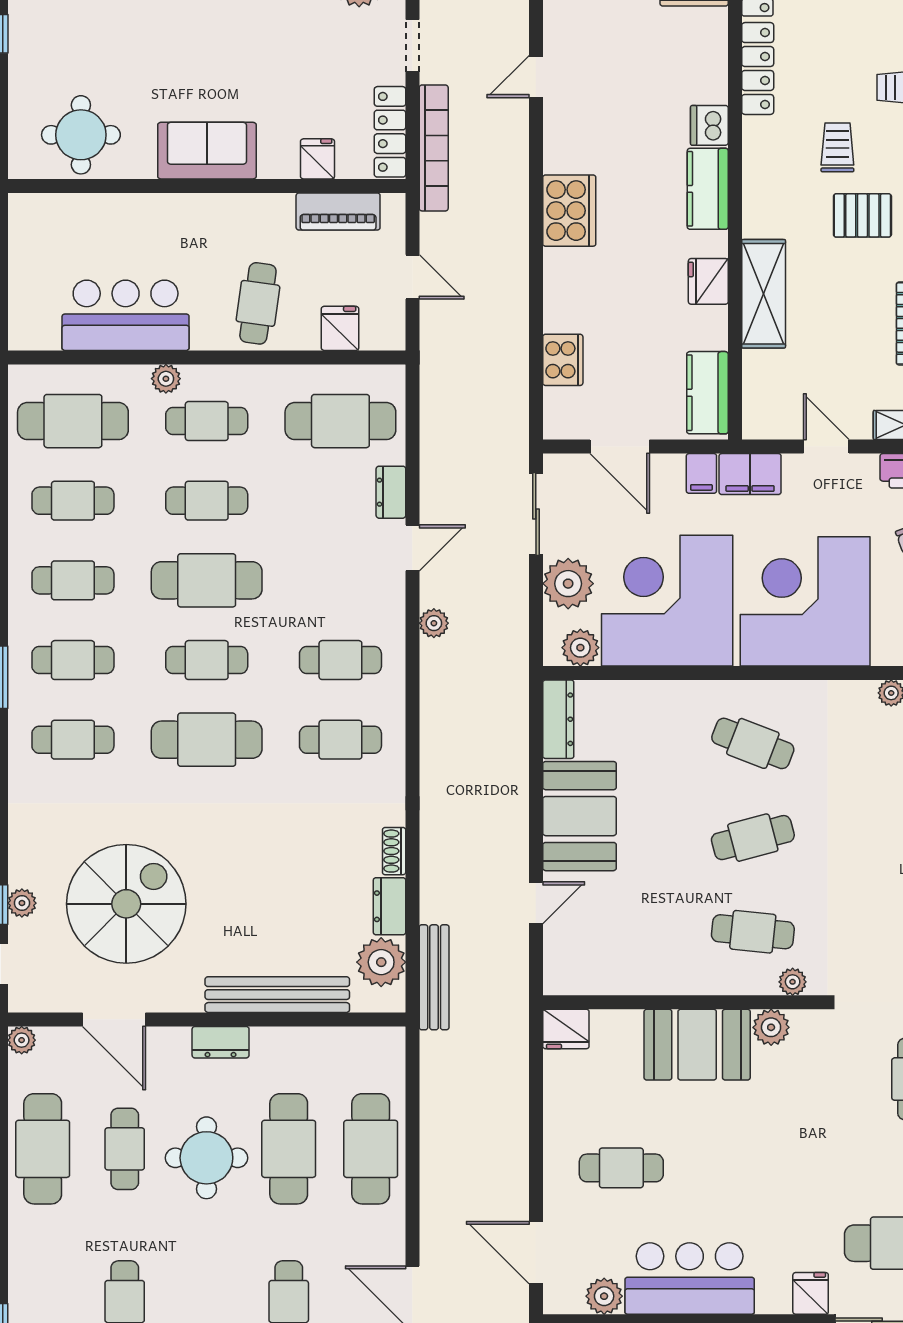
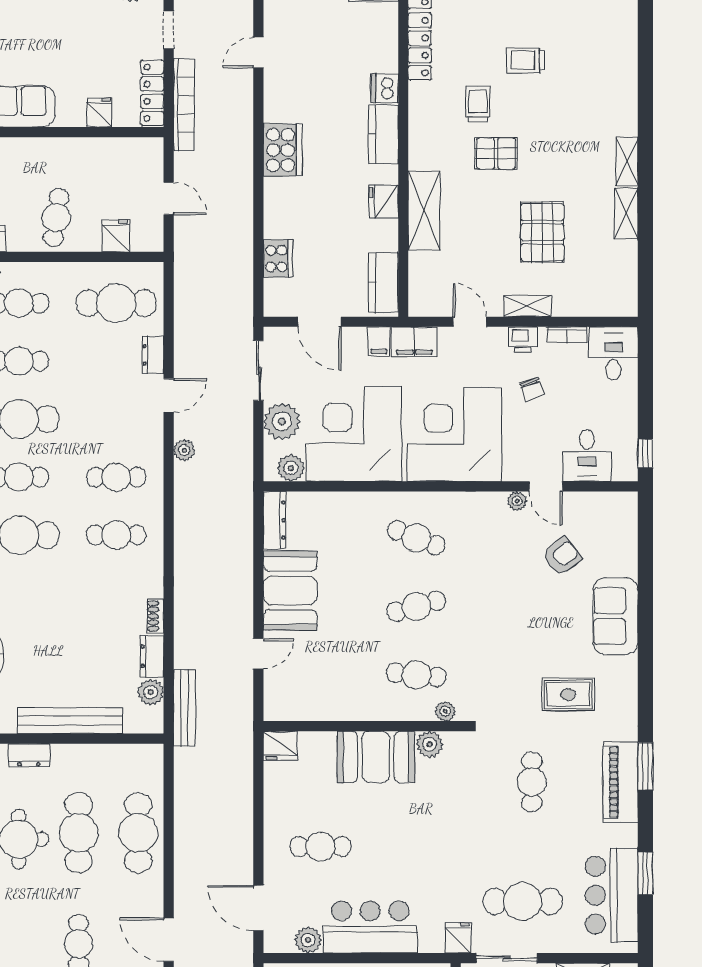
piano: (338, 211) -> (115, 151), removed
plant: (381, 962) -> (151, 692), width x0.73, depth x0.73

